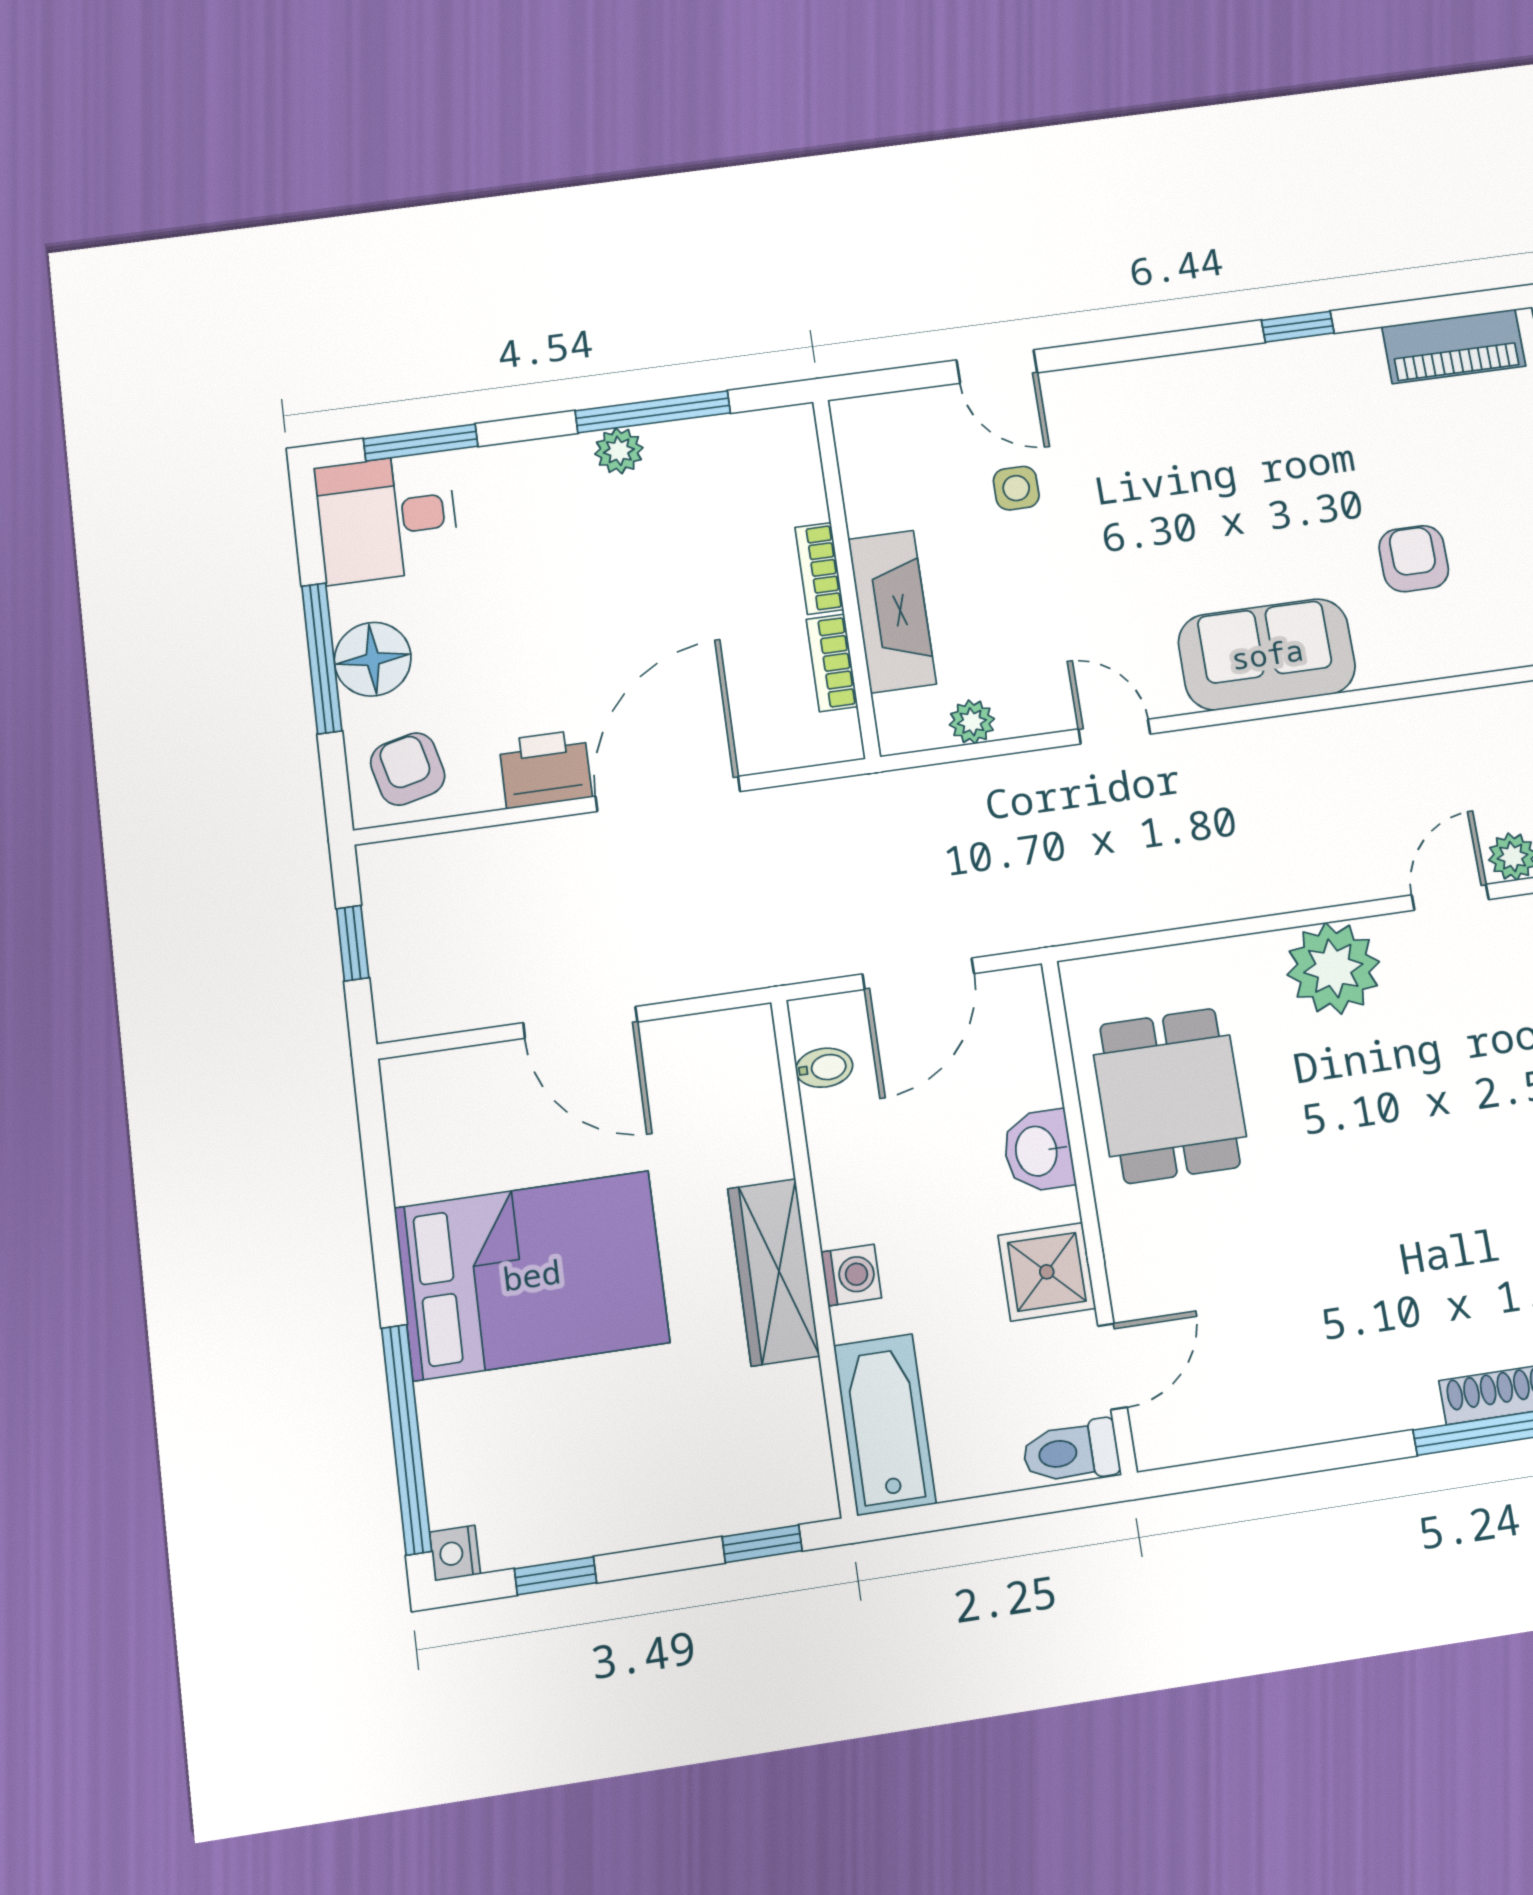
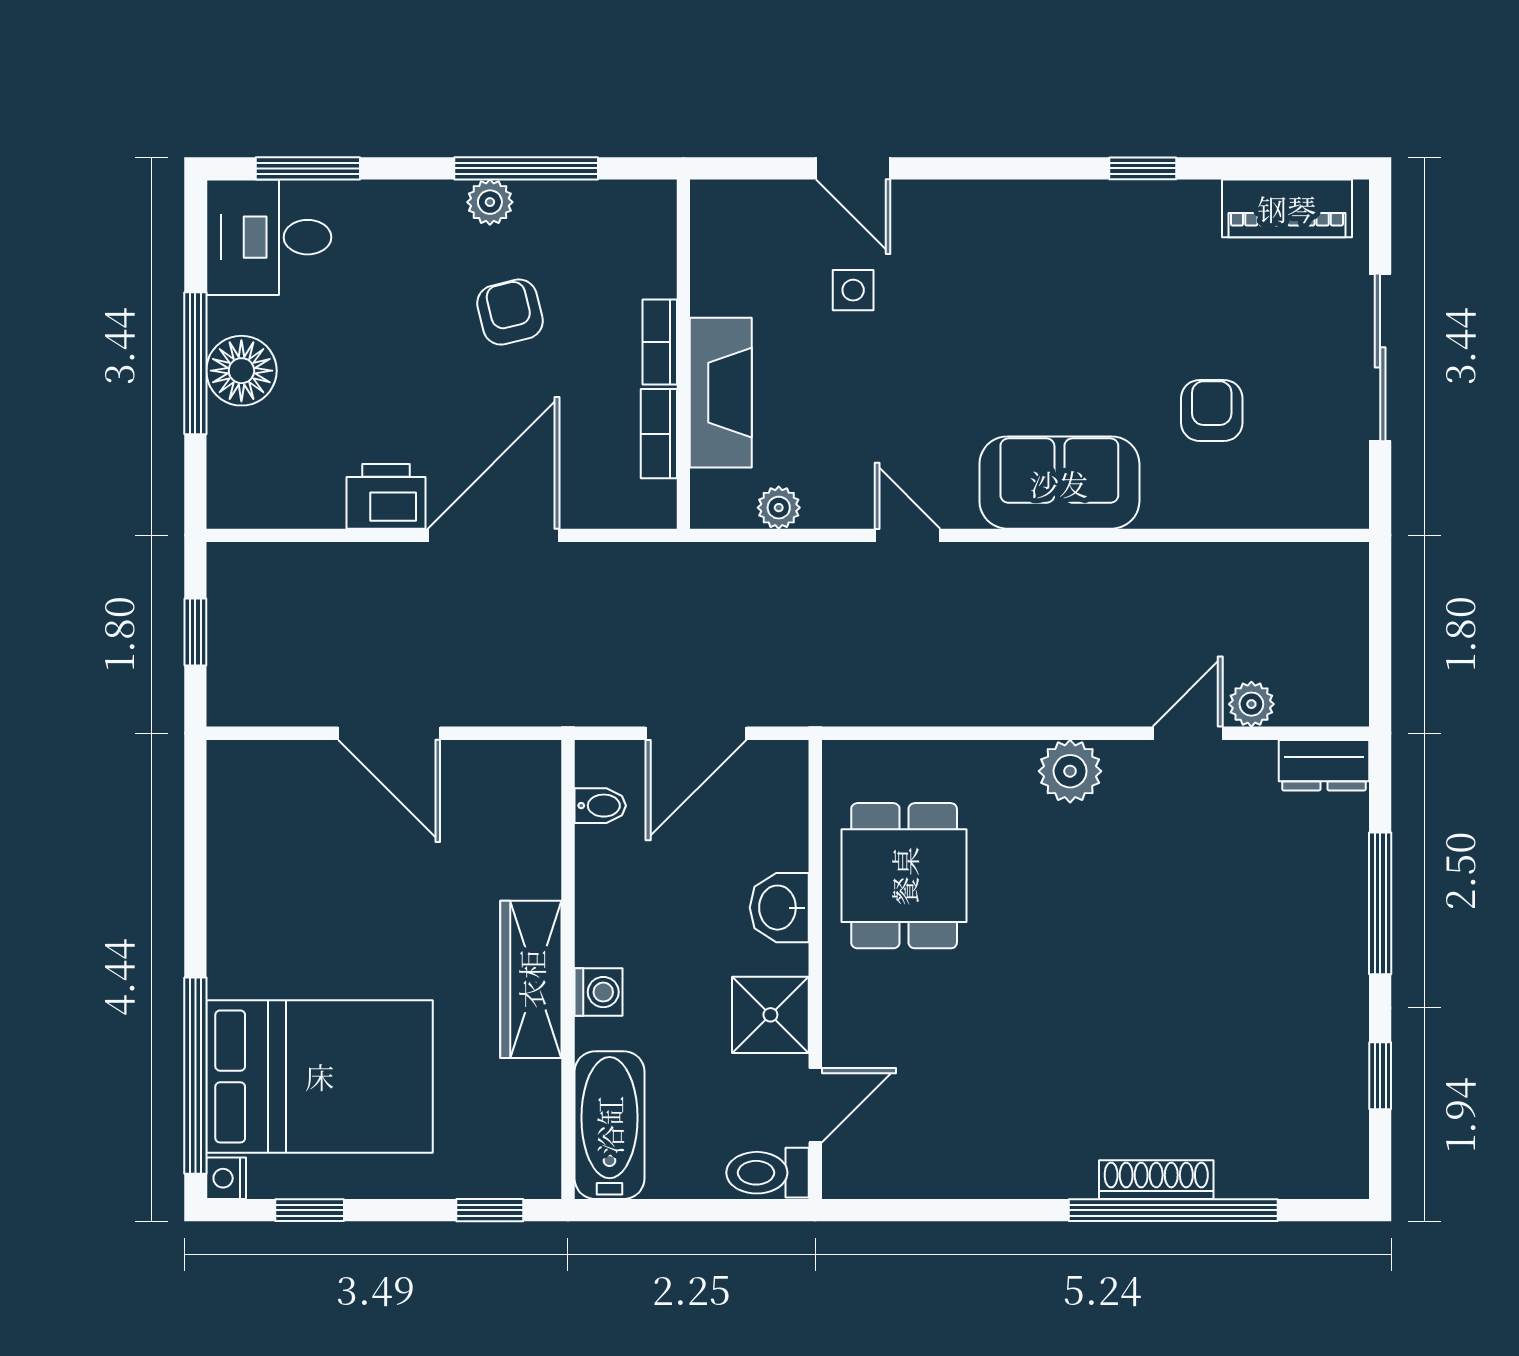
armchair: (408, 769) -> (510, 312), moved
plant: (1333, 968) -> (1070, 771), width x0.73, depth x0.73
bed: (532, 1275) -> (320, 1076), moved

